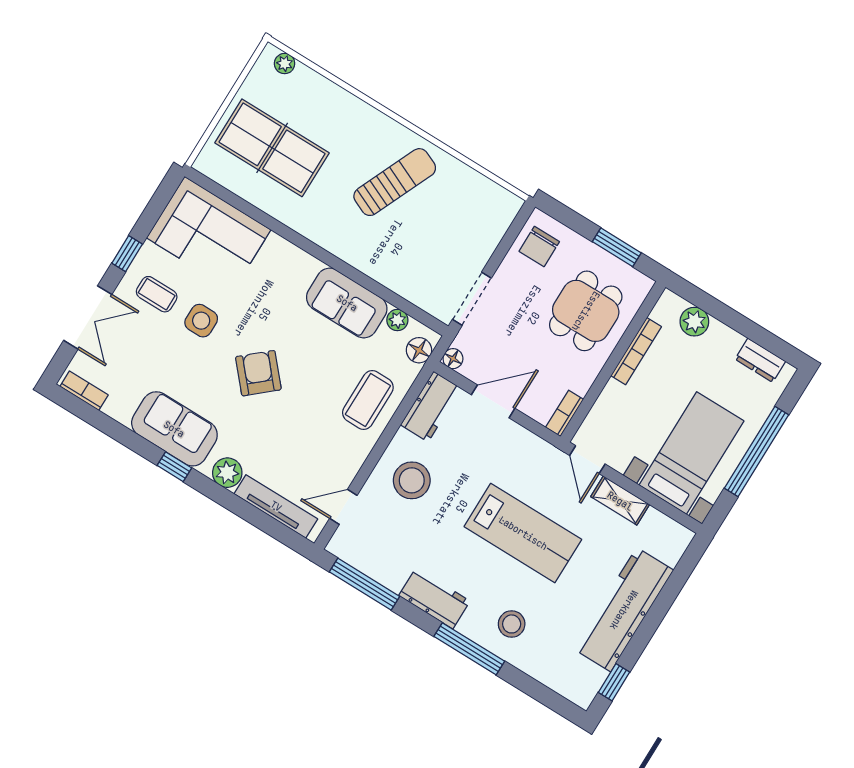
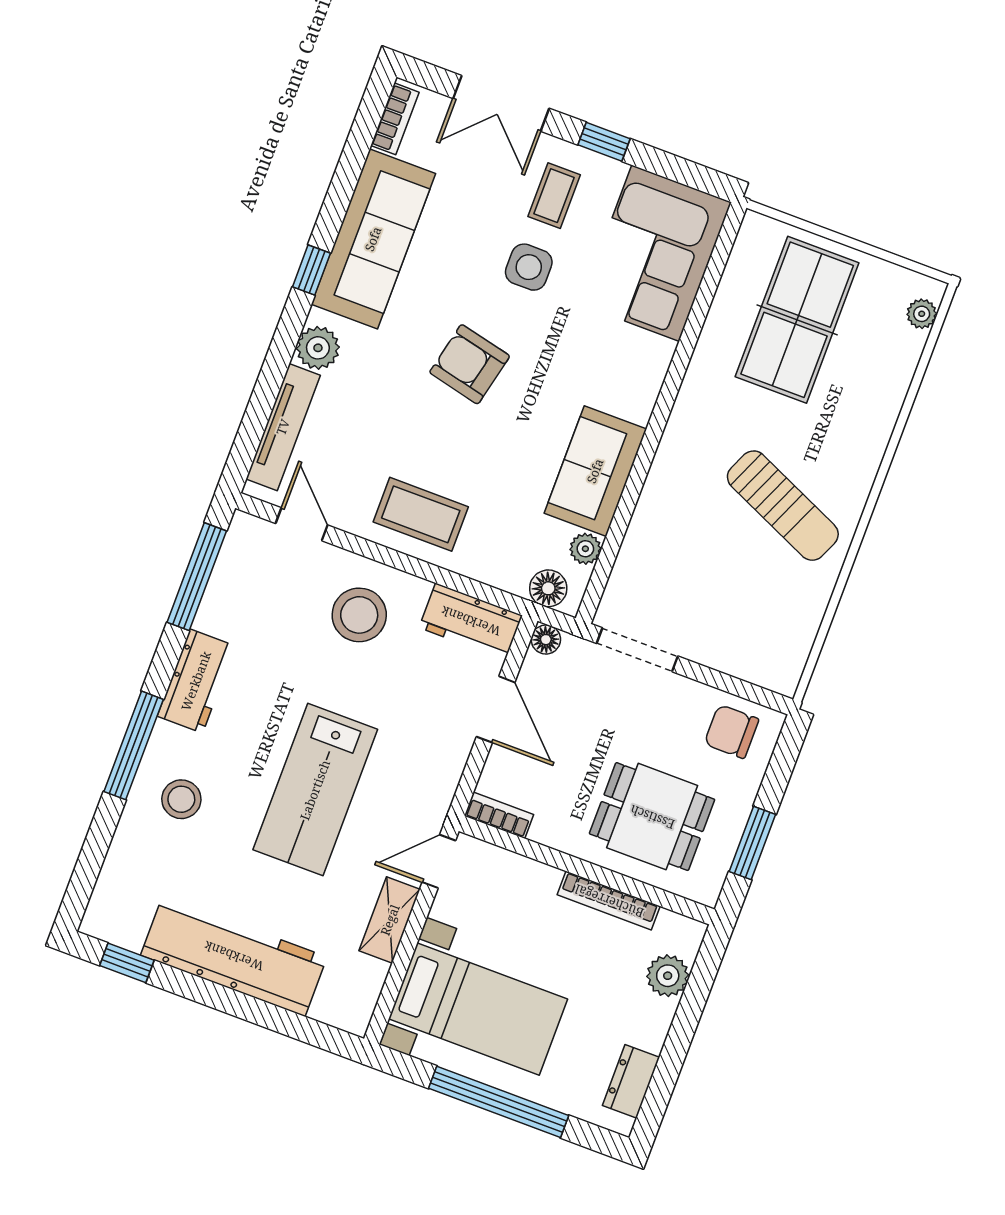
armchair: (258, 373) -> (470, 364), turned -126
coffee table: (368, 400) -> (421, 514), moved
sofa: (174, 429) -> (373, 239), width x1.36

